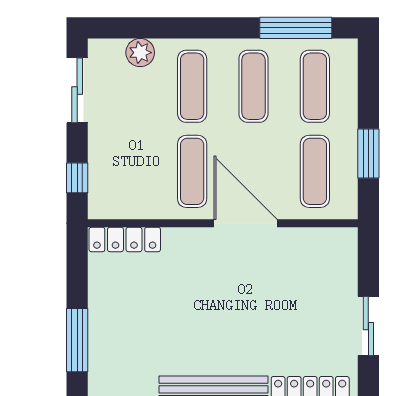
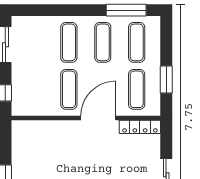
plant: (140, 53) -> (40, 24), removed
door: (245, 223) -> (98, 118), hinge flipped
locker: (125, 239) -> (140, 127), moved

